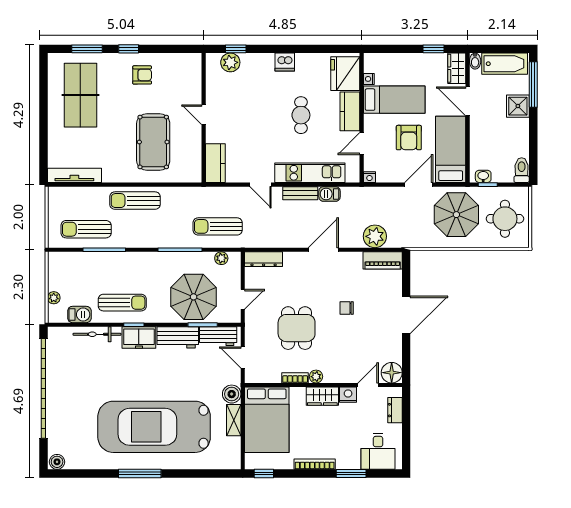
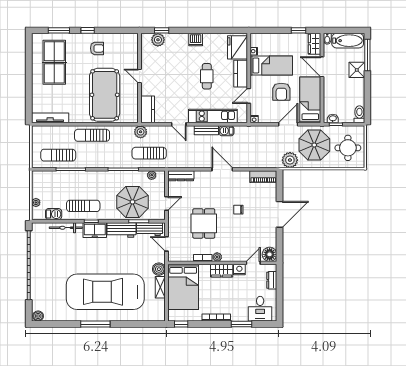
pool table: (153, 142) -> (105, 95), width x1.36, depth x1.32
plant: (205, 196) -> (141, 132), added
plant: (375, 236) -> (290, 160), moved
door: (323, 250) -> (222, 169), hinge flipped

